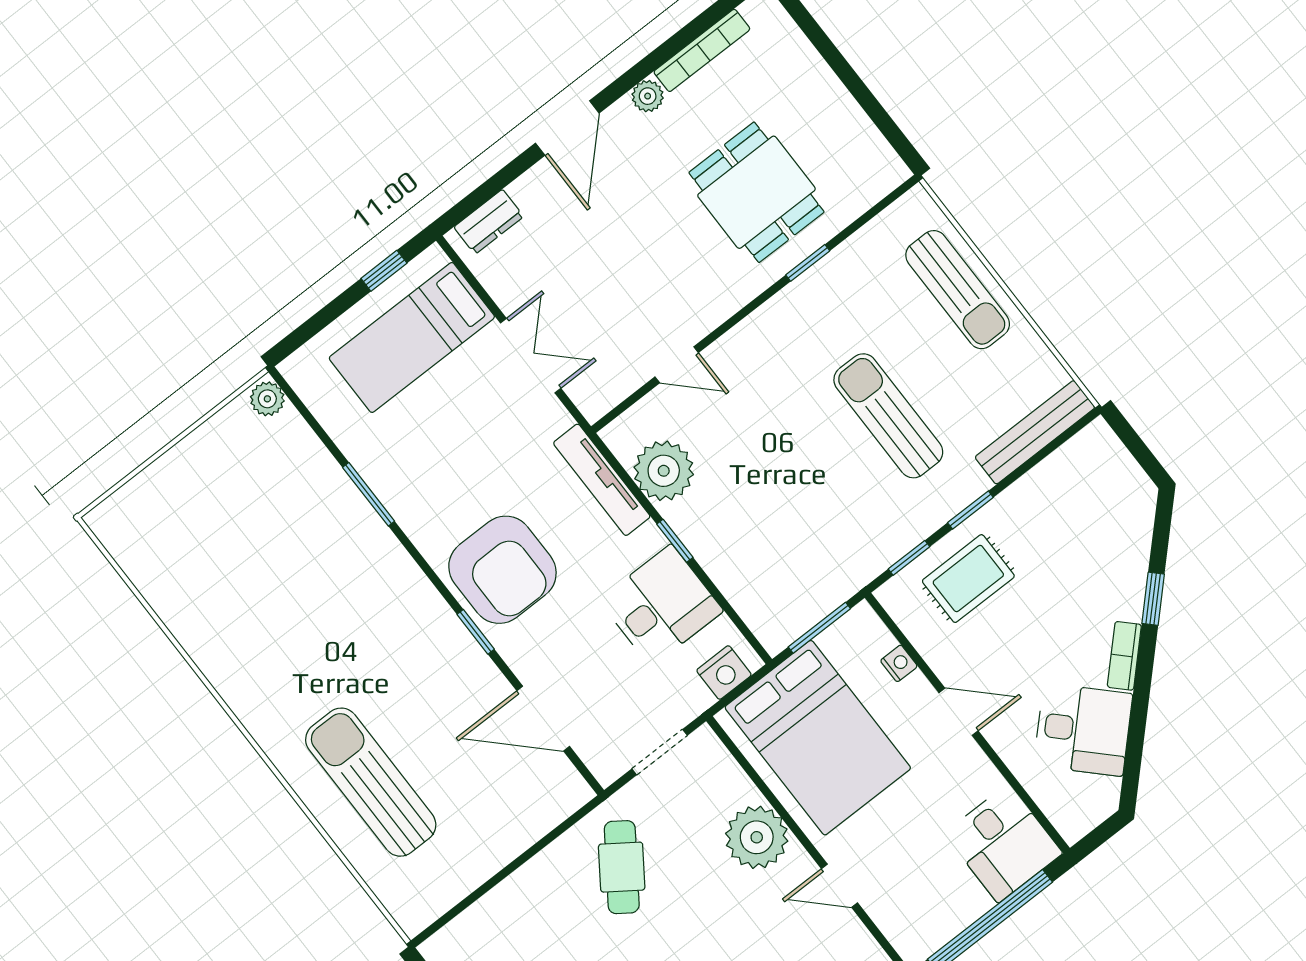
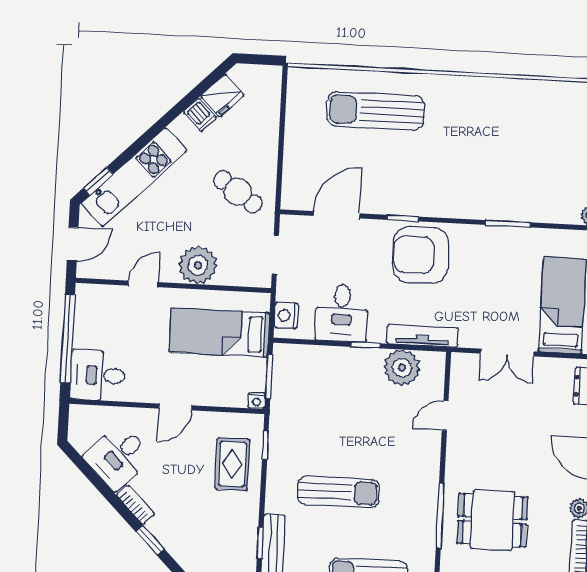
window: (808, 263) -> (440, 516), width x2.17
window: (970, 510) -> (260, 543), moved
nightstand: (899, 663) -> (257, 401), moved
bed: (818, 738) -> (219, 332), width x0.67
sun lounger: (371, 782) -> (376, 111), turned 180

